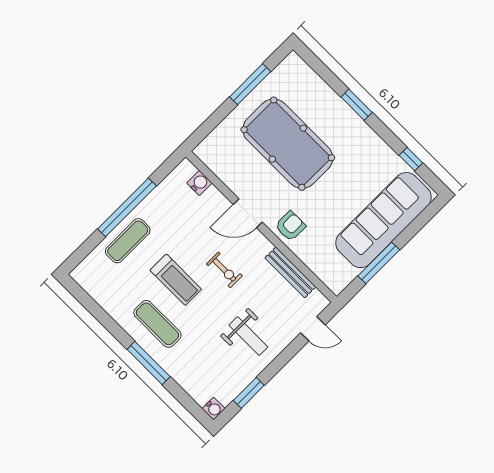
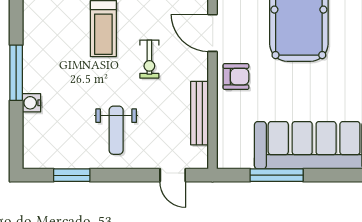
exercise mat: (157, 324) -> (54, 49), removed
water cooler: (214, 409) -> (32, 103), moved, turned 90

